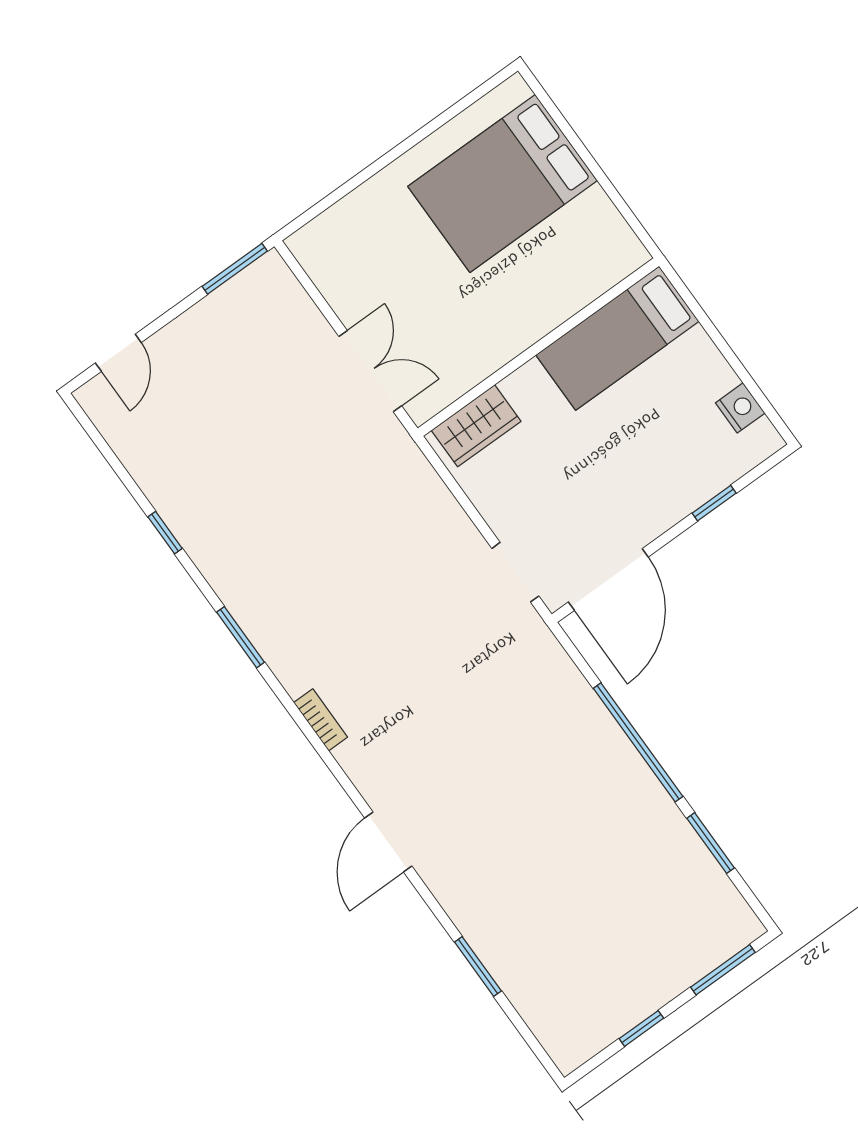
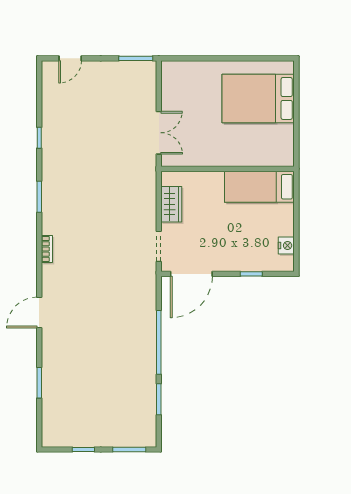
wardrobe: (476, 426) -> (171, 204), moved, turned -90

